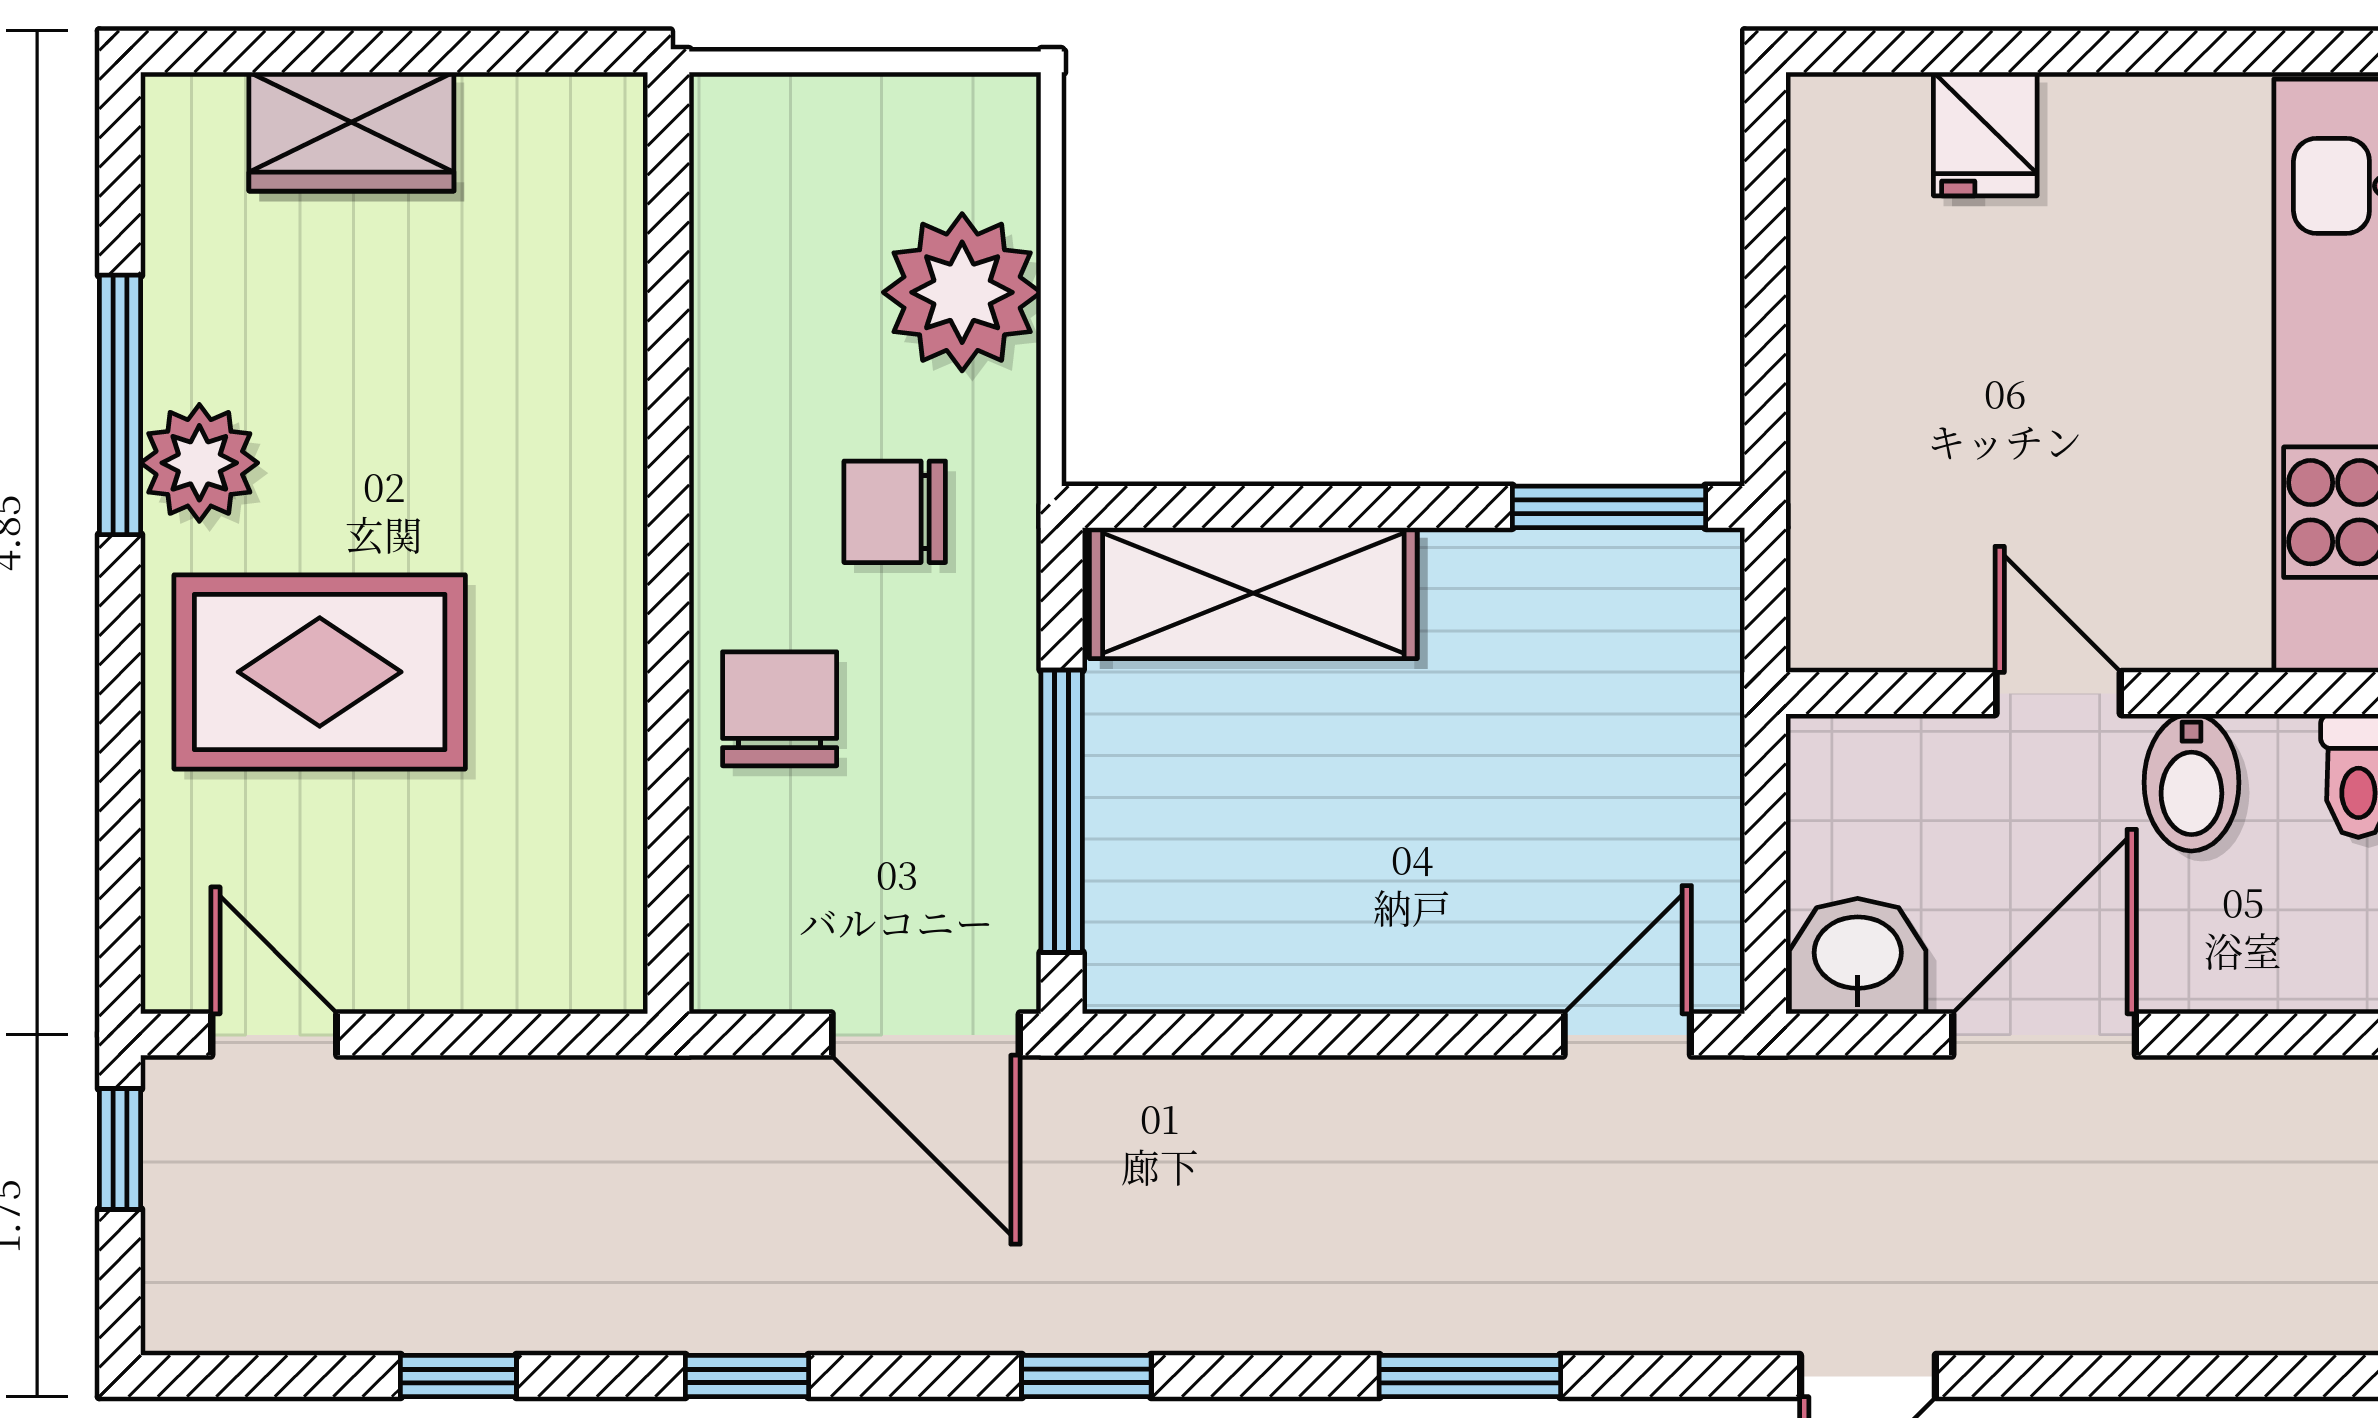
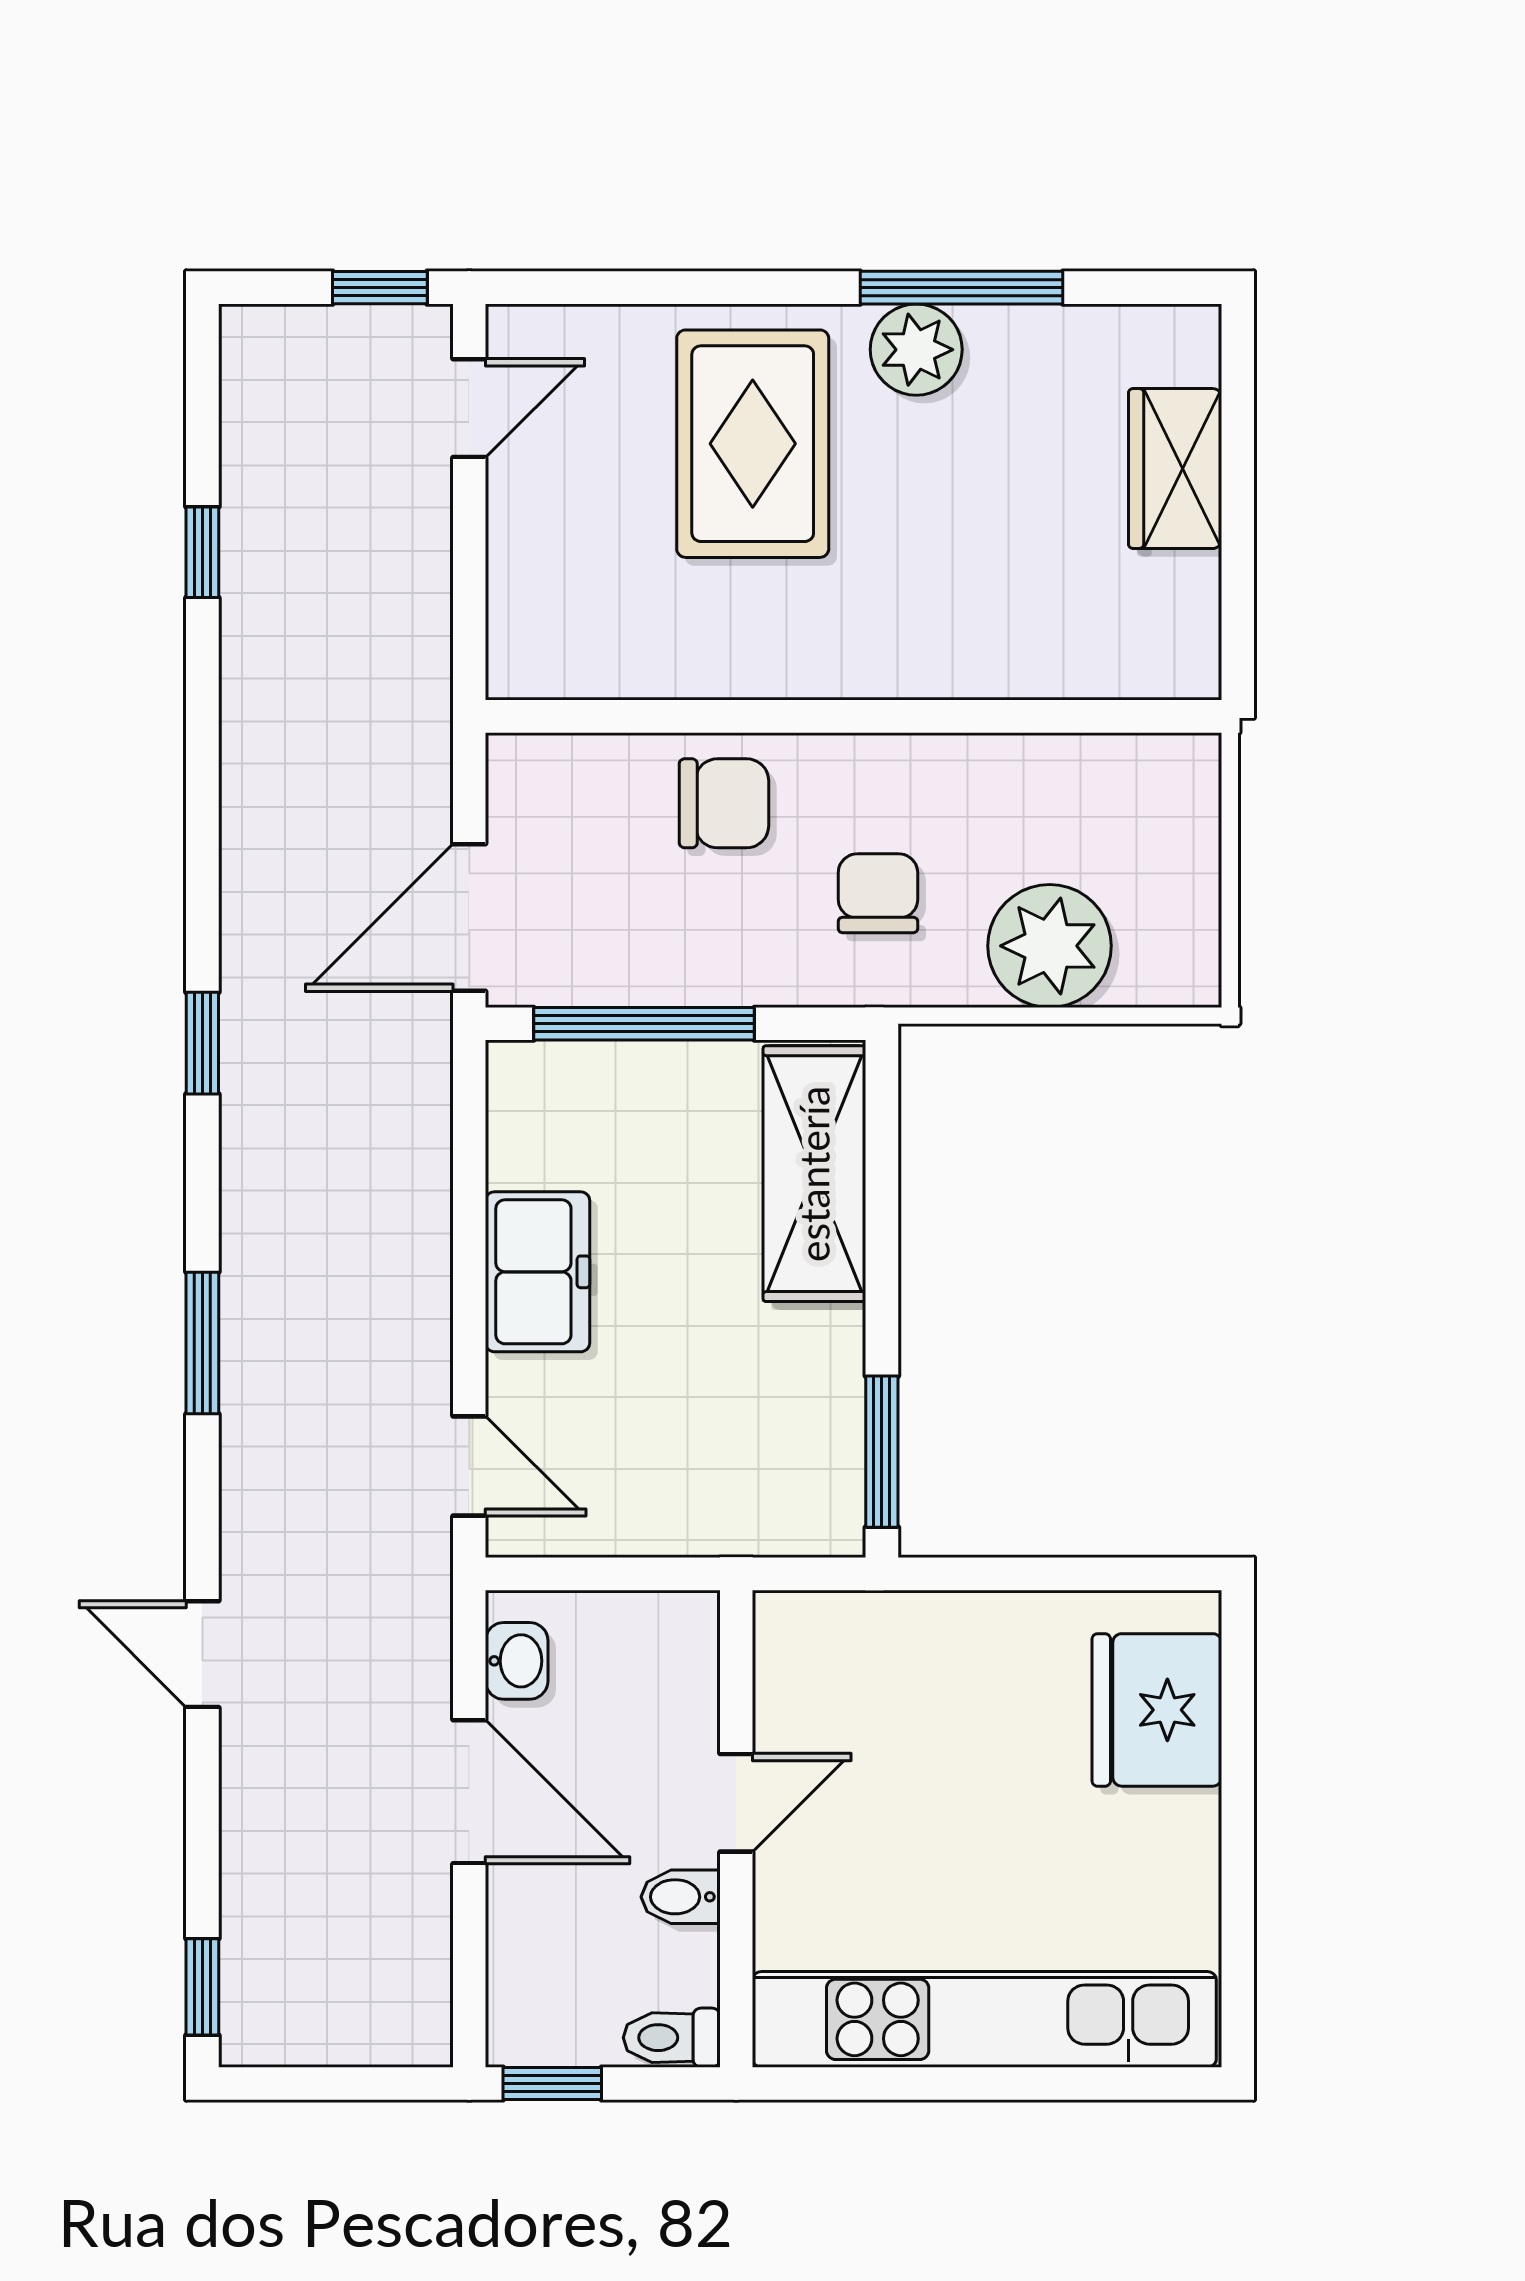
fridge: (1985, 134) -> (1157, 1710), width x1.88, depth x1.34
bidet: (2191, 782) -> (681, 1897), width x0.72, depth x0.74
freezer: (1379, 947) -> (538, 1272), added
washbasin: (1858, 956) -> (517, 1661), width x0.72, depth x0.69
window: (747, 1376) -> (202, 1987), moved

